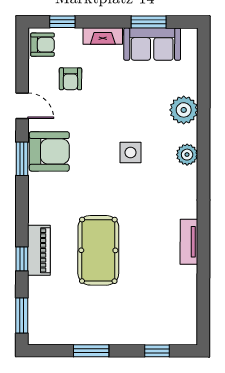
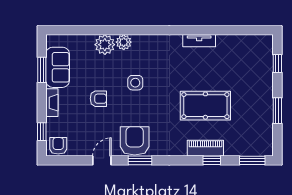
armchair: (70, 79) -> (98, 99), moved
plant: (187, 155) -> (124, 42), moved

